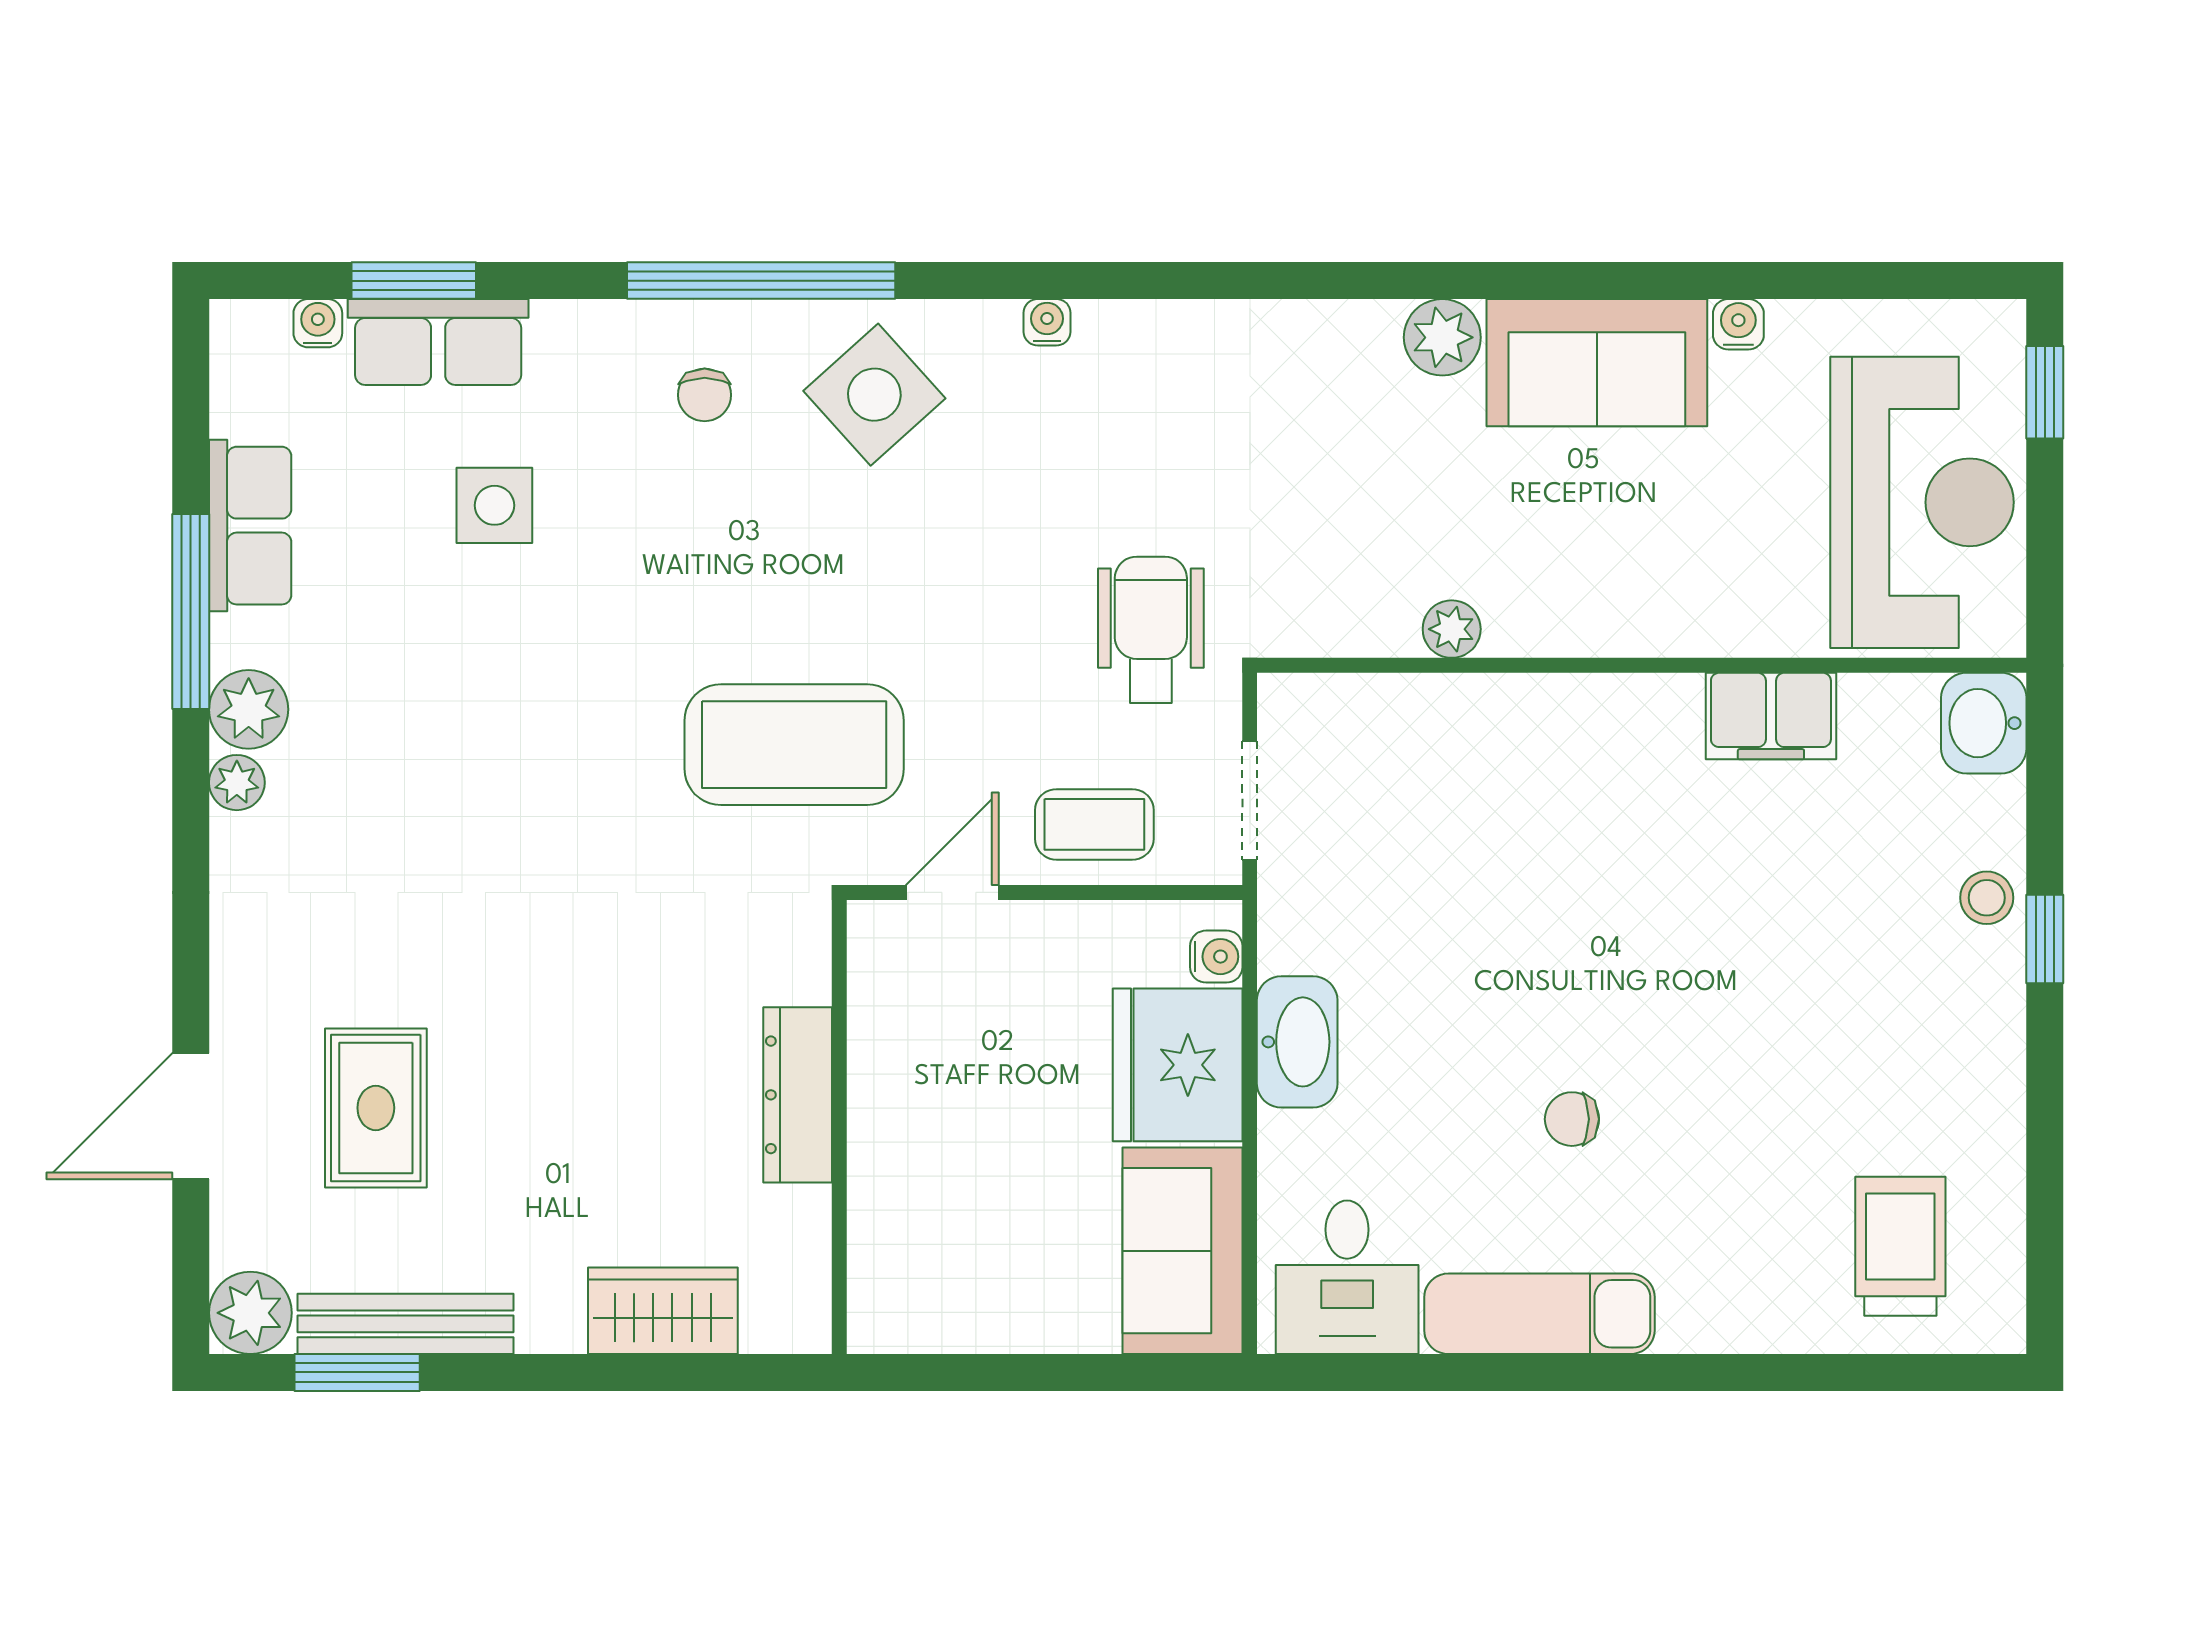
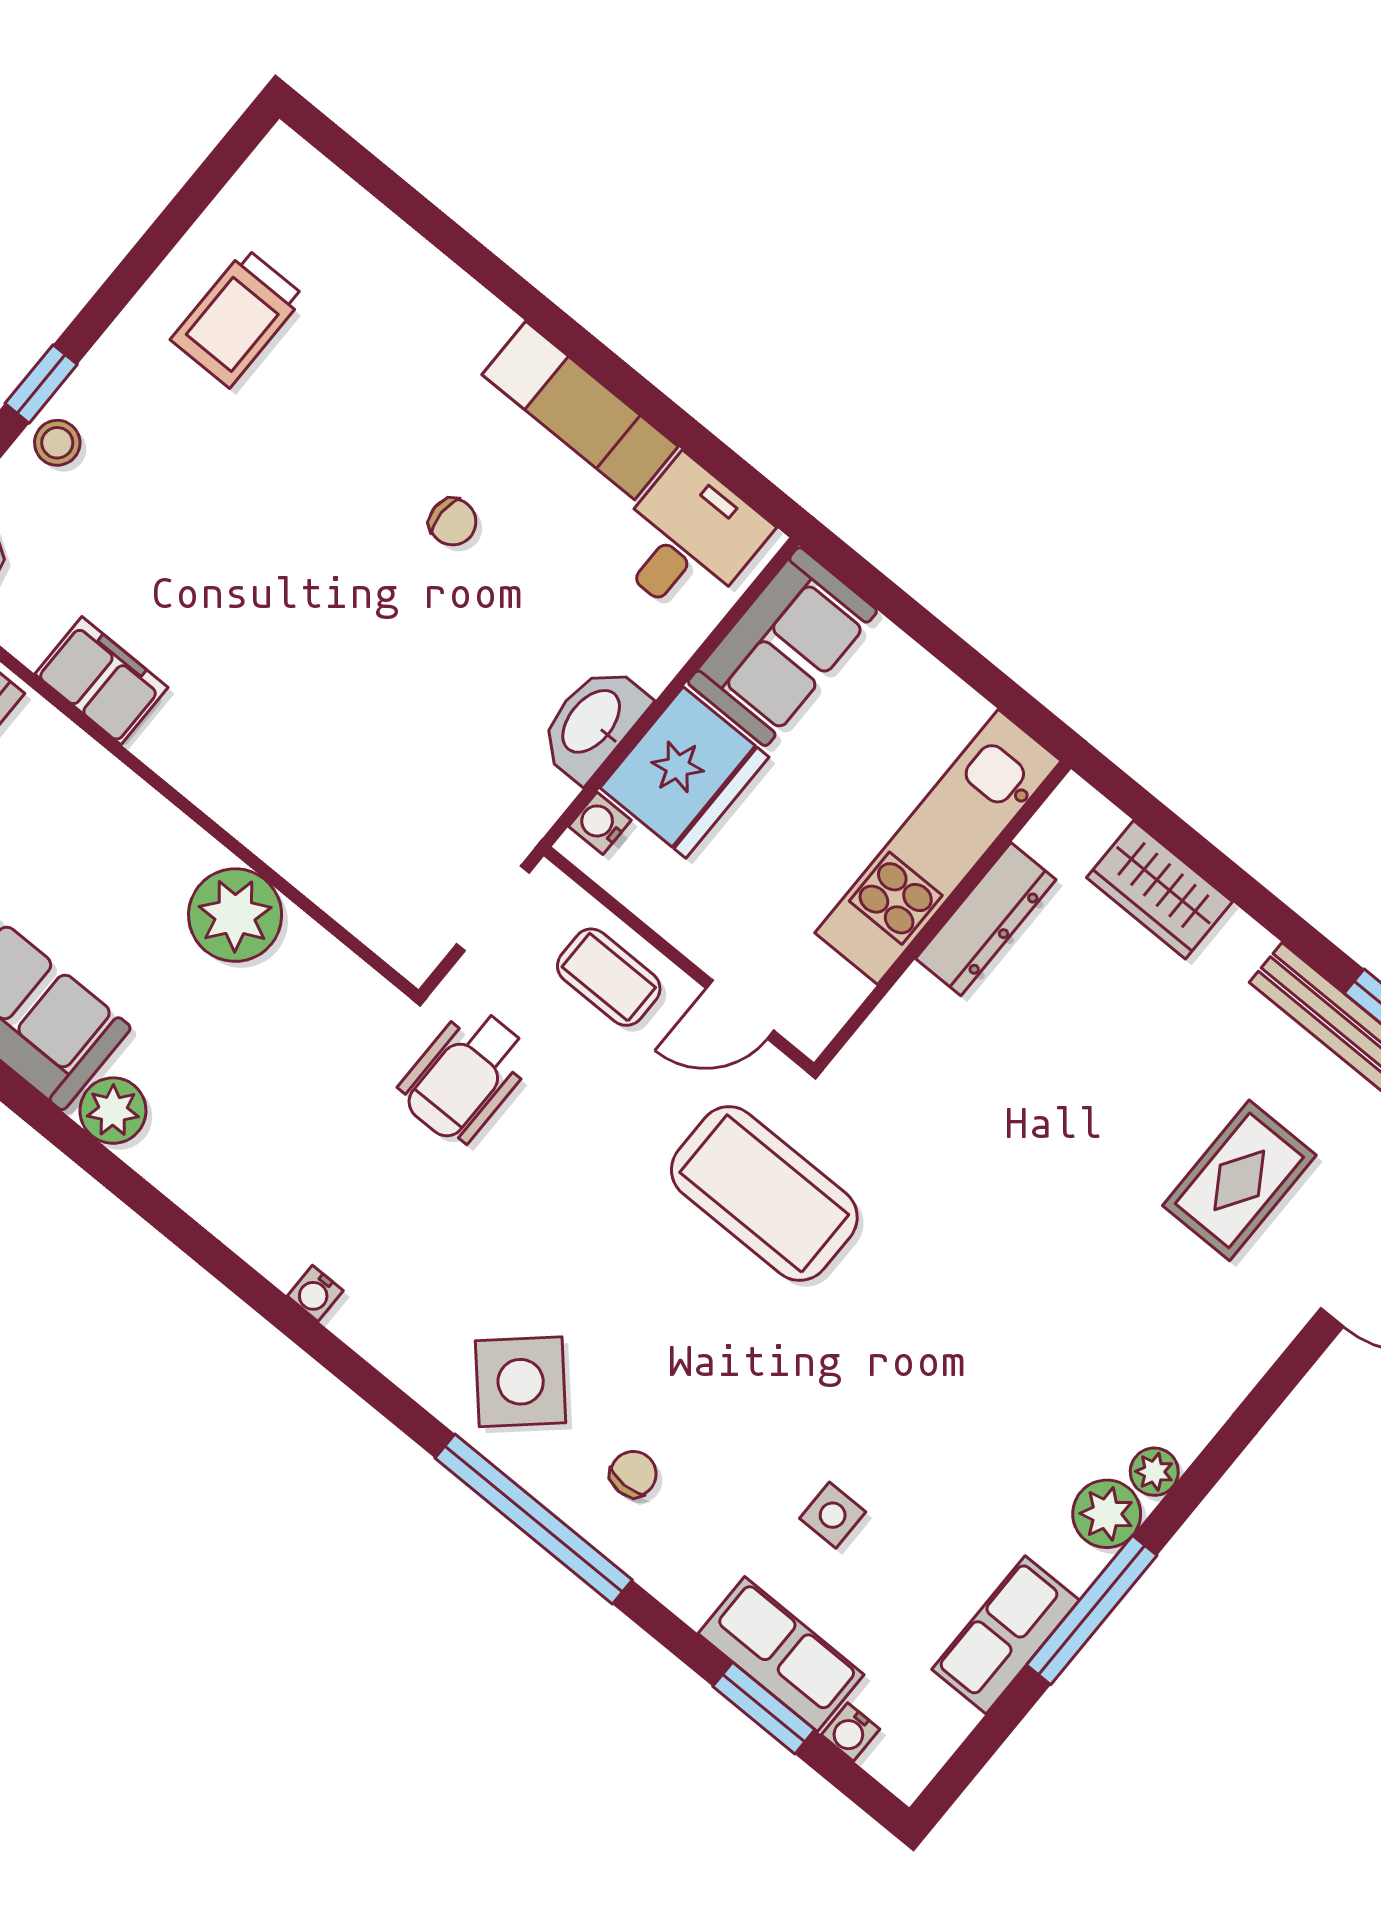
water cooler: (1047, 322) -> (315, 1293), moved
side table: (494, 505) -> (833, 1515), width x0.73, depth x0.73
plant: (1452, 629) -> (235, 915), width x1.88, depth x1.88
dresser: (798, 1095) -> (986, 919), moved
kitchen unit: (894, 1185) -> (938, 847), added
trolley: (1900, 1246) -> (238, 318), moved

